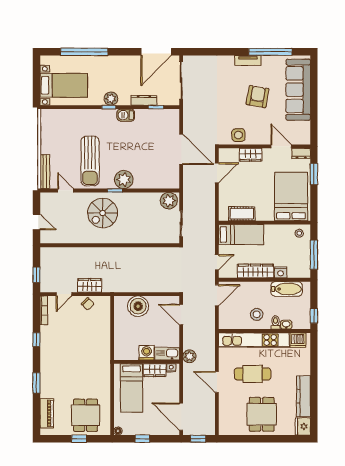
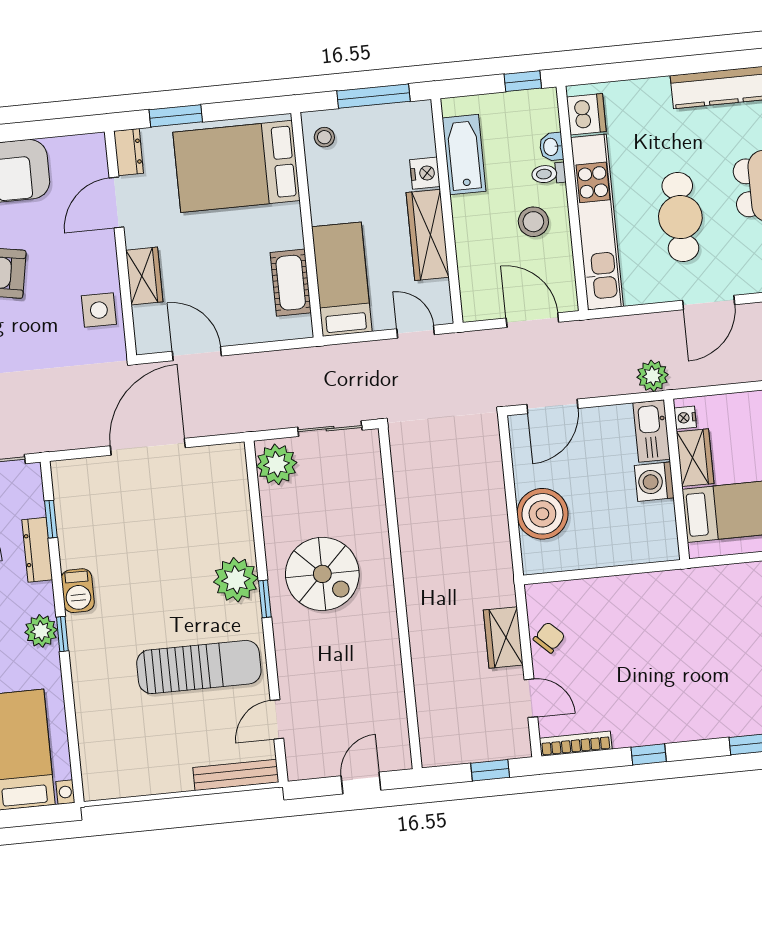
spiral stairs: (103, 213) -> (322, 574), moved
door: (217, 295) -> (532, 320), moved

